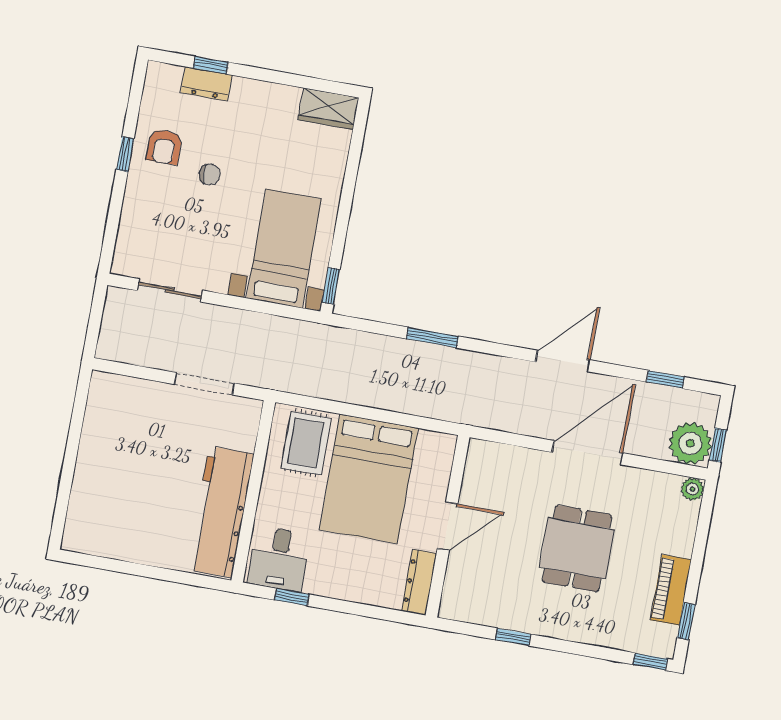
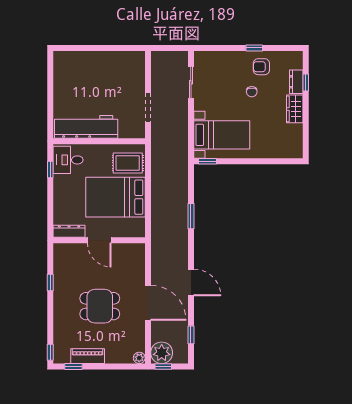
wardrobe: (328, 109) -> (295, 109), moved

